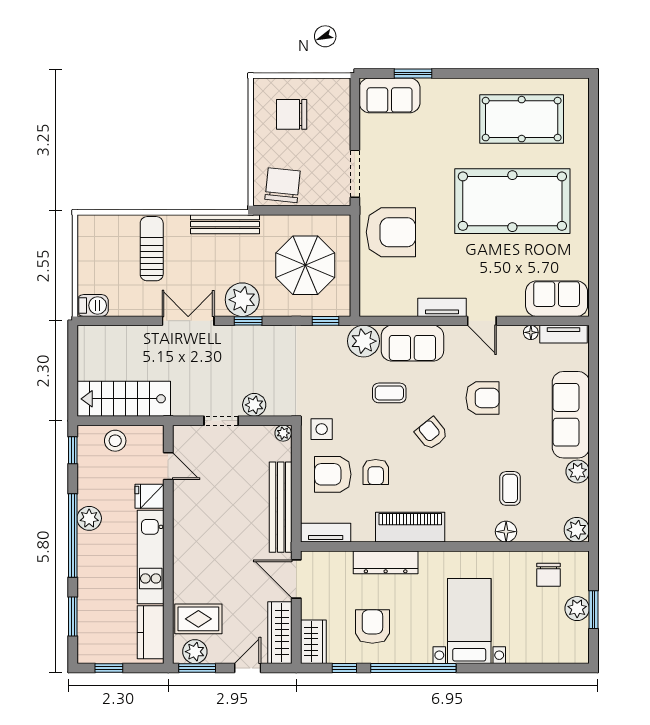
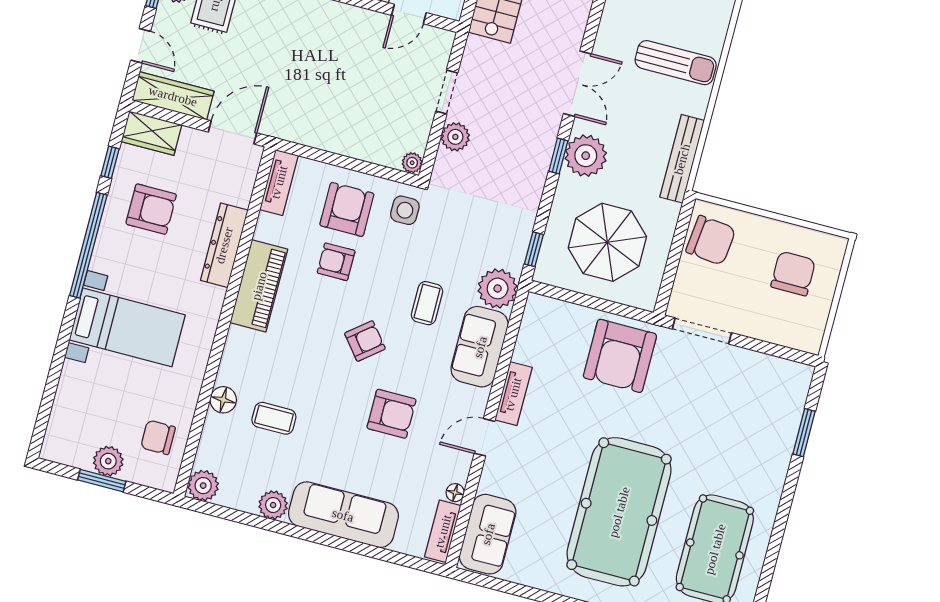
sofa: (390, 95) -> (785, 397), removed
armchair: (483, 398) -> (392, 414), turned -90
bench: (281, 507) -> (324, 136), removed

